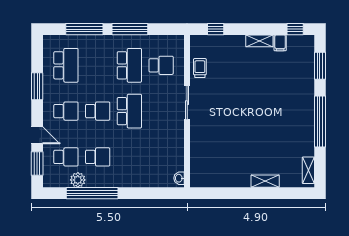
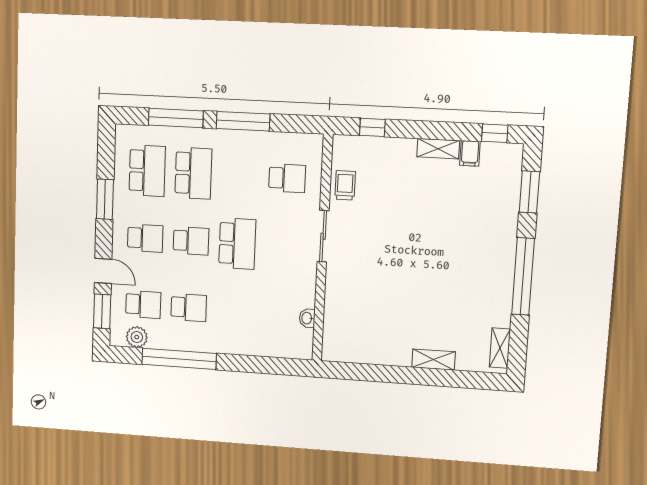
school desk: (129, 65) -> (193, 173), moved
washbasin: (179, 178) -> (307, 318), moved
plant: (78, 180) -> (137, 337), moved

